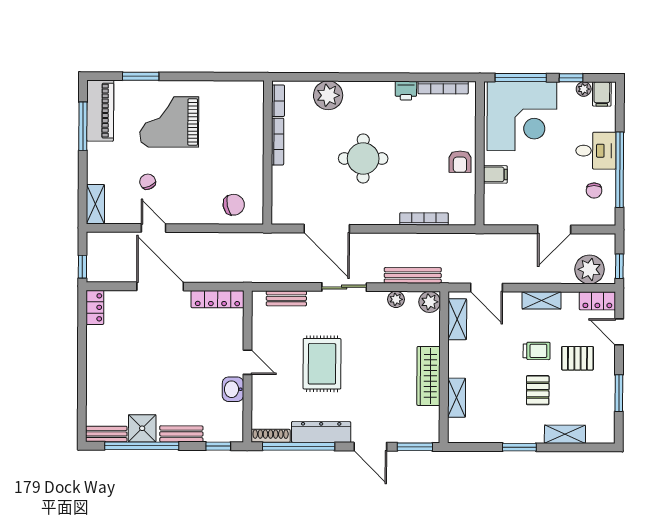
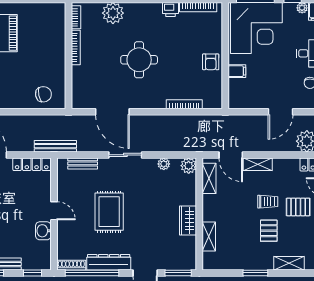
bench: (413, 275) -> (55, 146), moved
shelving: (542, 300) -> (258, 164), moved
wardrobe: (429, 376) -> (188, 220), width x0.67

